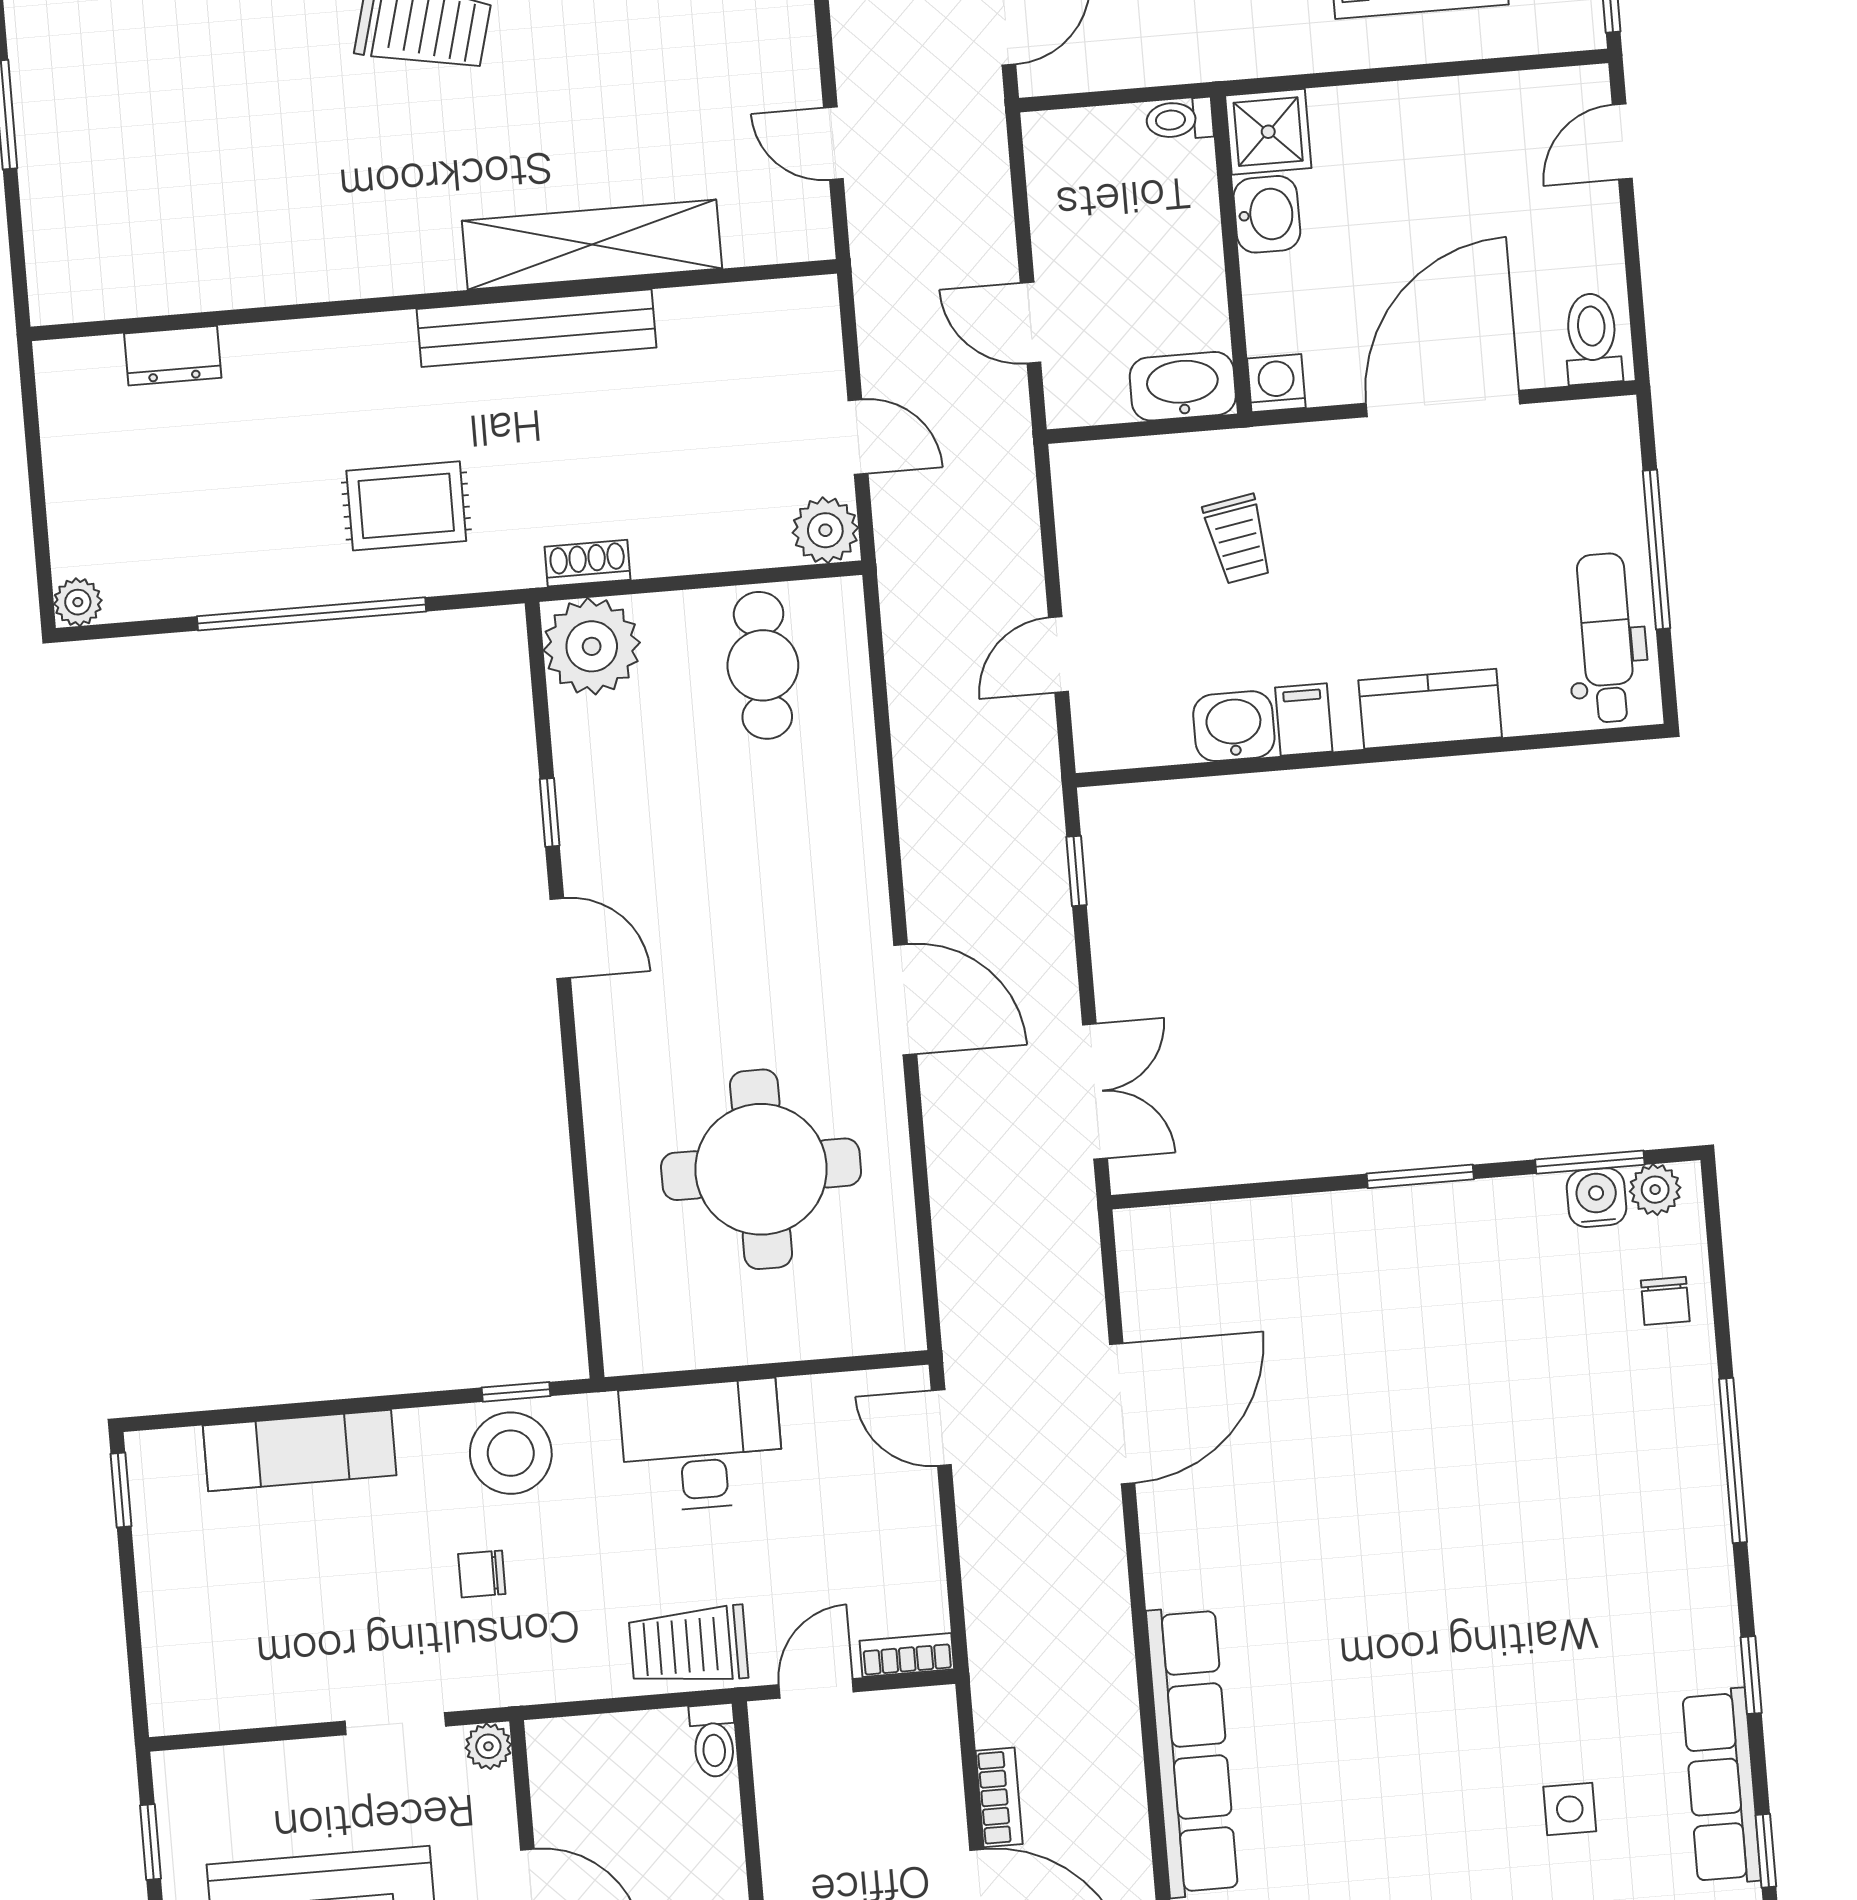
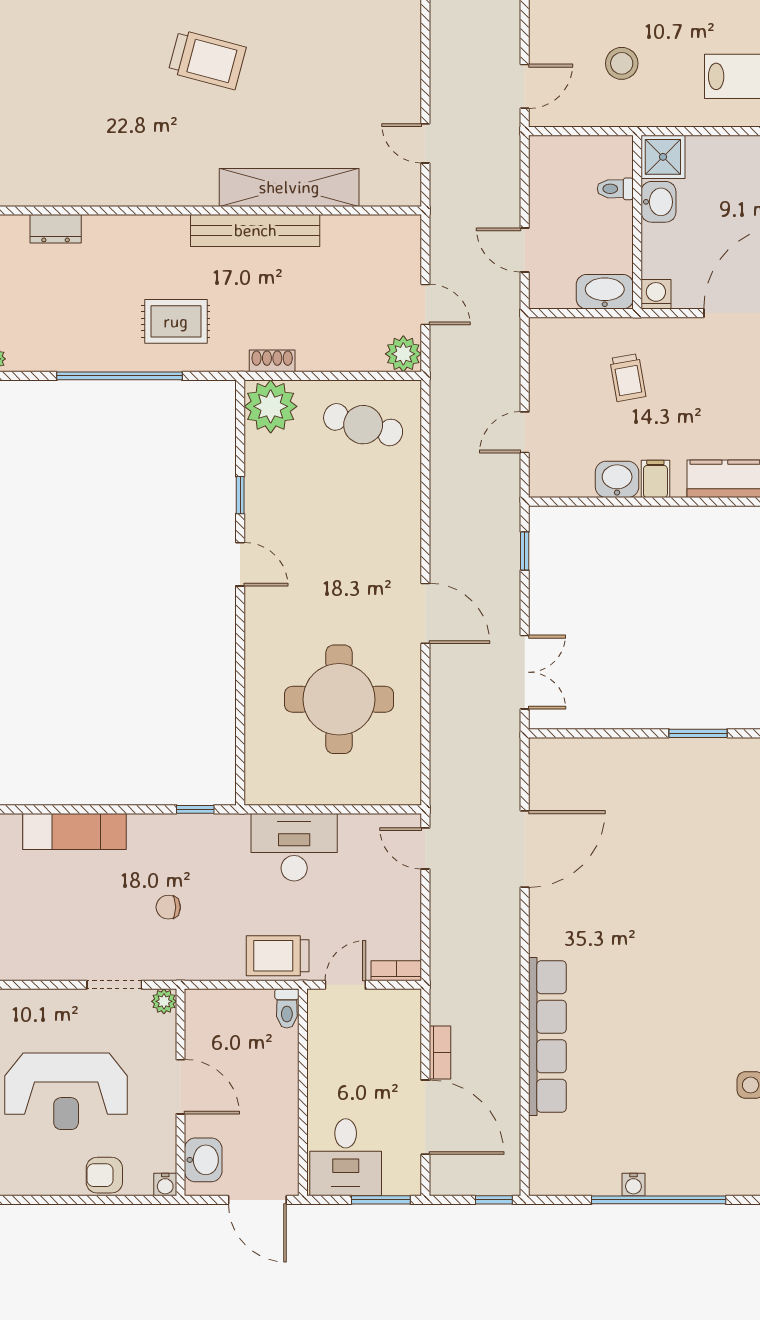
toilet: (1180, 119) -> (615, 189), moved
cafe table: (763, 665) -> (363, 425), turned -74
stool: (511, 1453) -> (190, 843), removed

